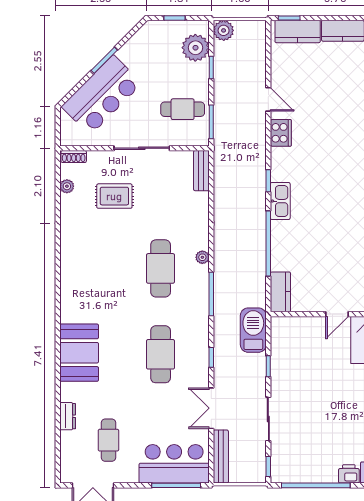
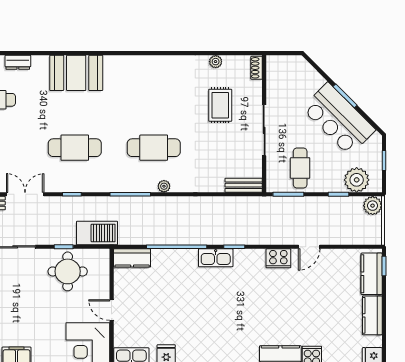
bar counter: (102, 95) -> (339, 119), moved
plant: (67, 186) -> (216, 62), moved
round table: (295, 362) -> (68, 271), added

